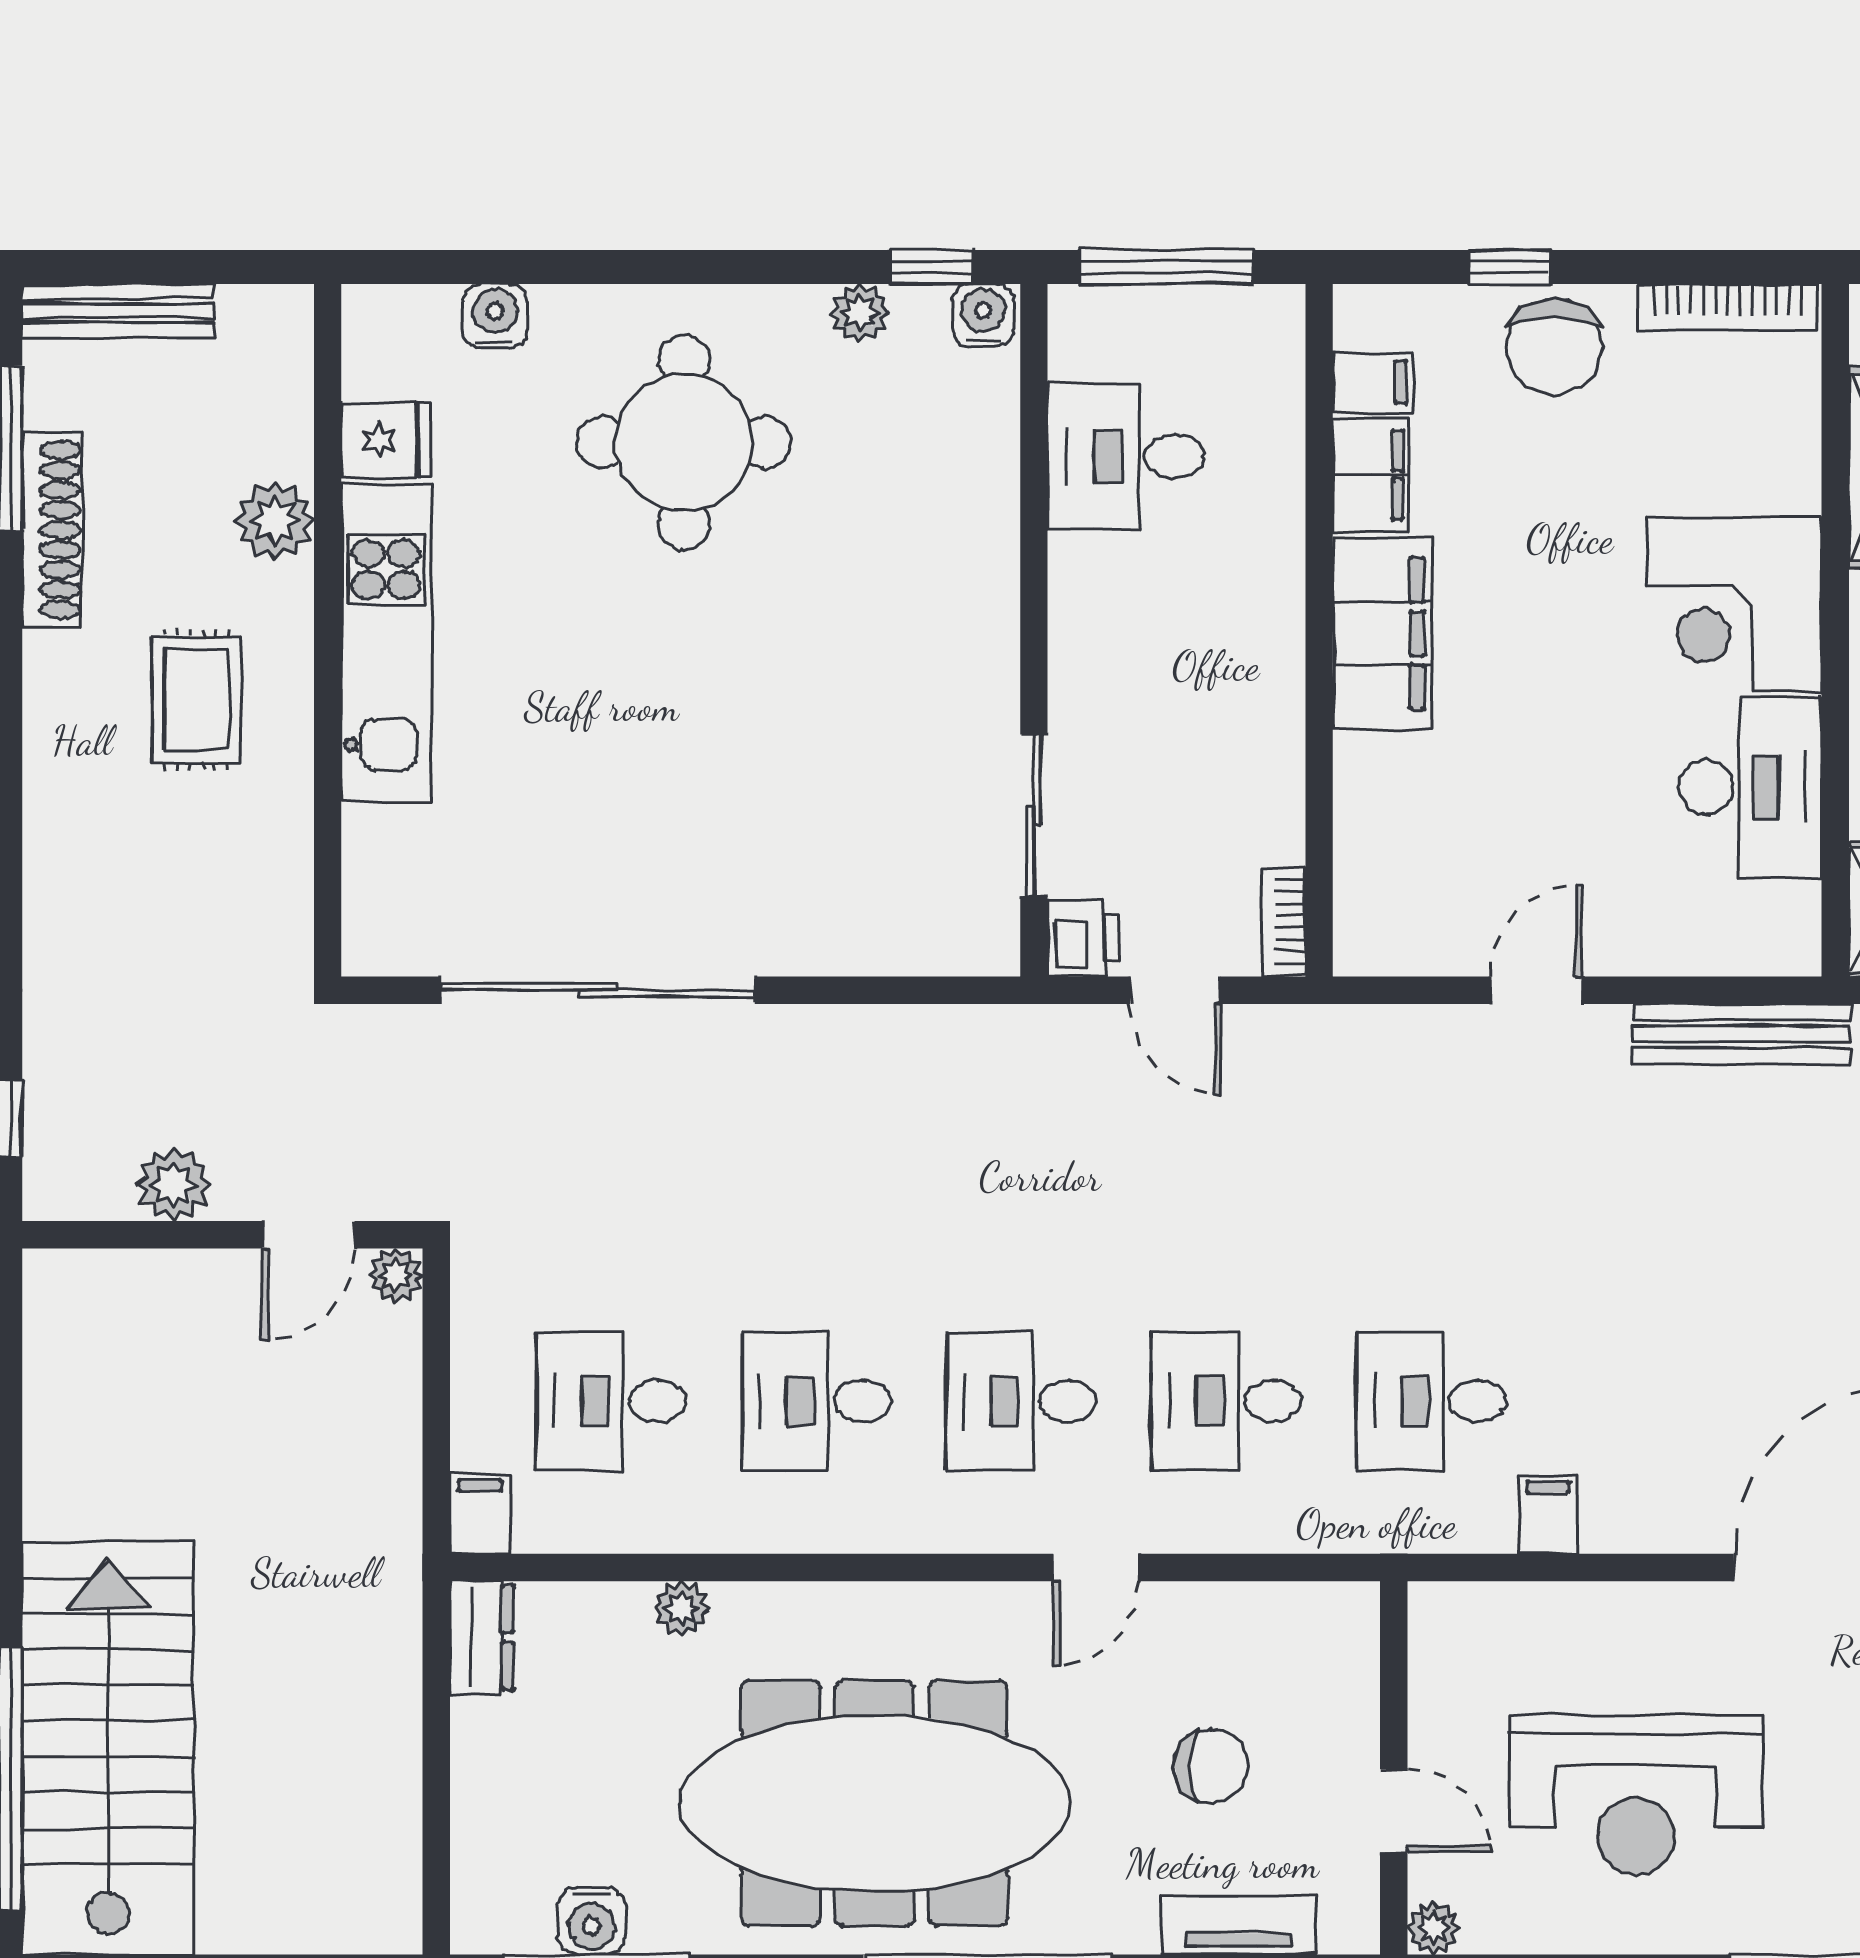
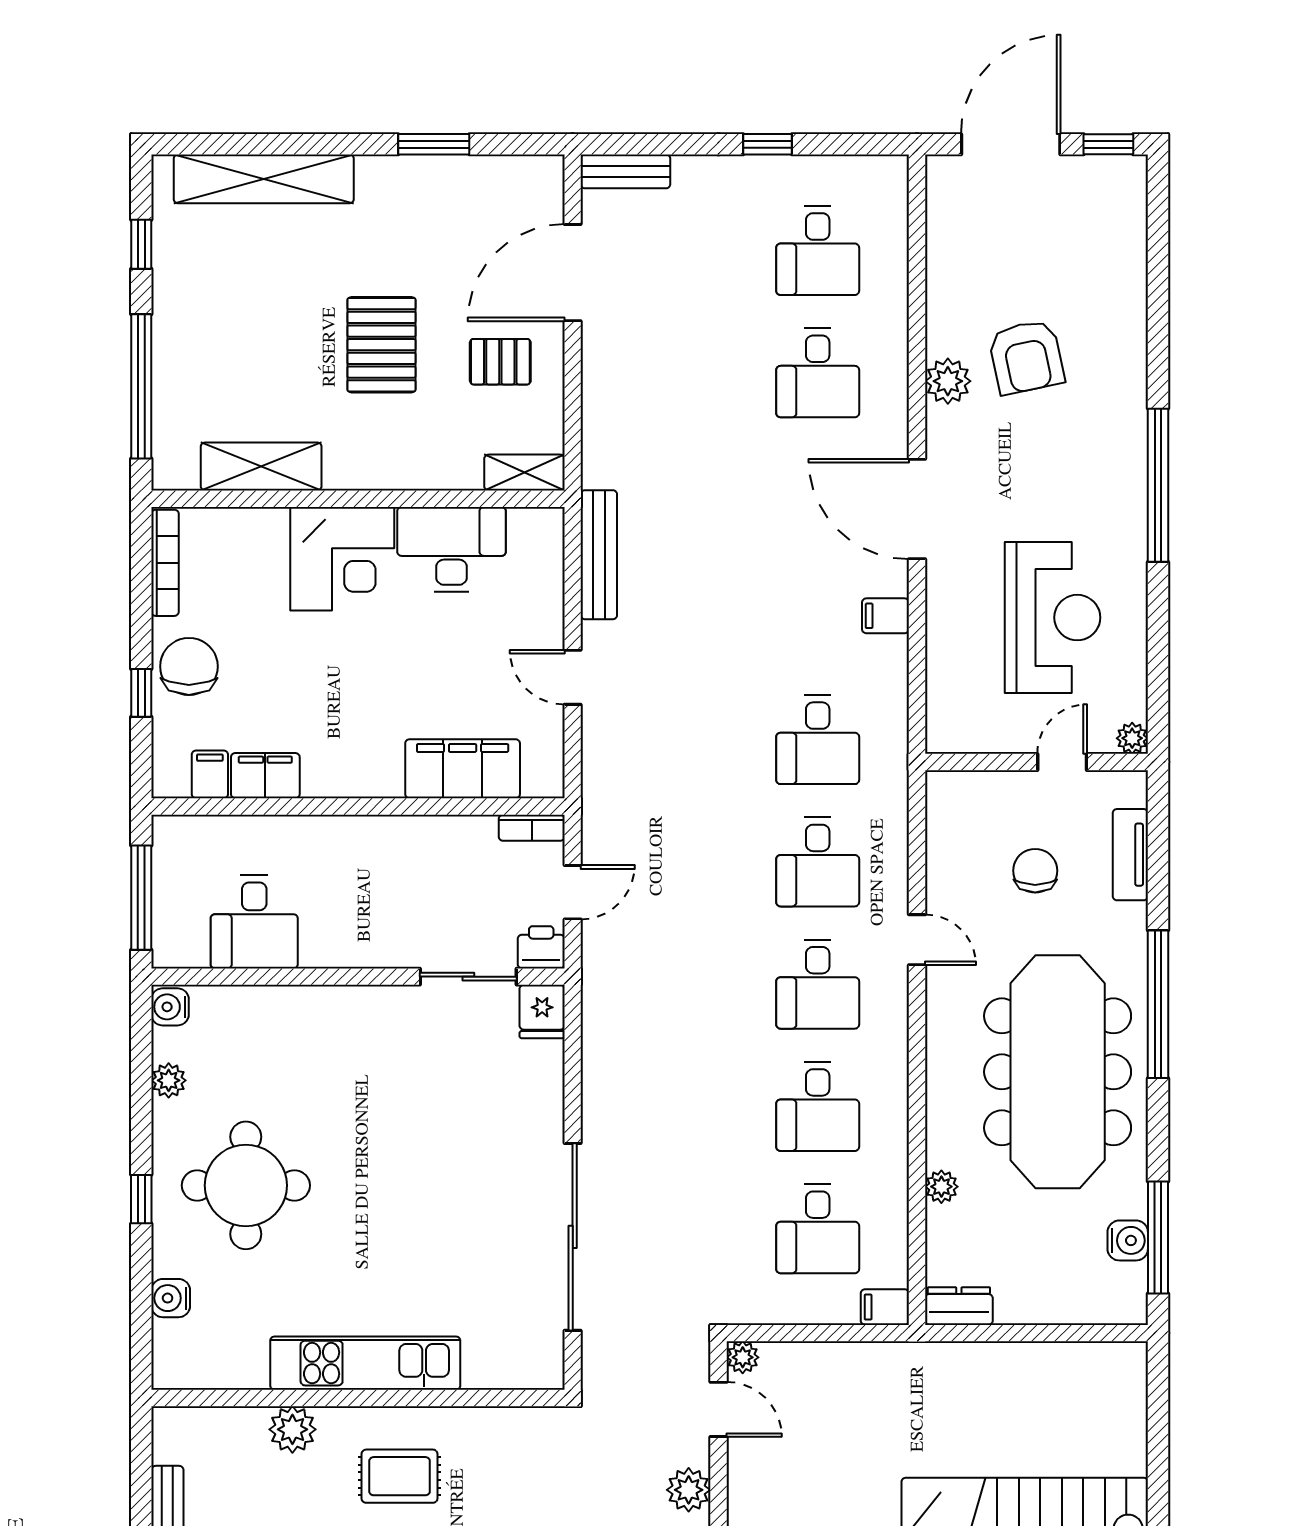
window: (932, 267) -> (141, 1199), moved
chair: (1554, 347) -> (189, 666), turned -90
fridge: (386, 440) -> (542, 1012), moved, turned 180
filing cabinet: (1382, 634) -> (463, 769), moved
filing cabinet: (1548, 1515) -> (885, 616), moved

